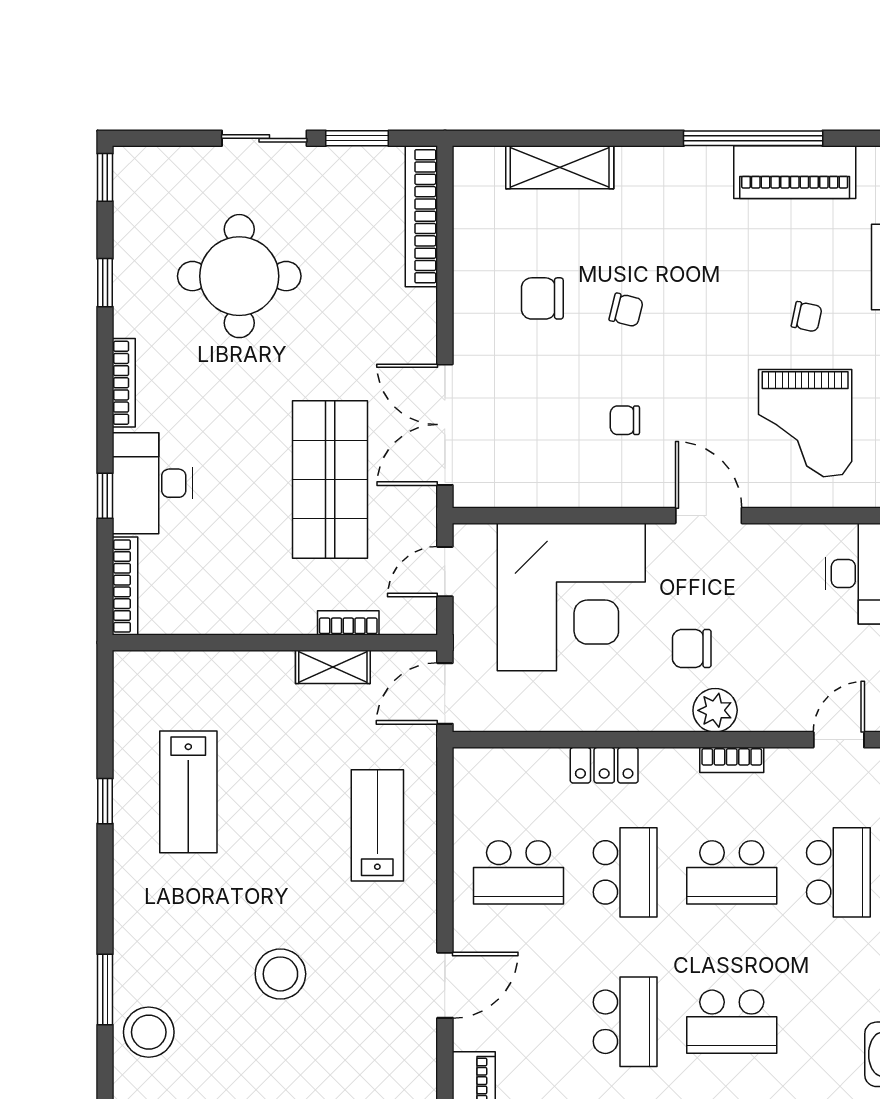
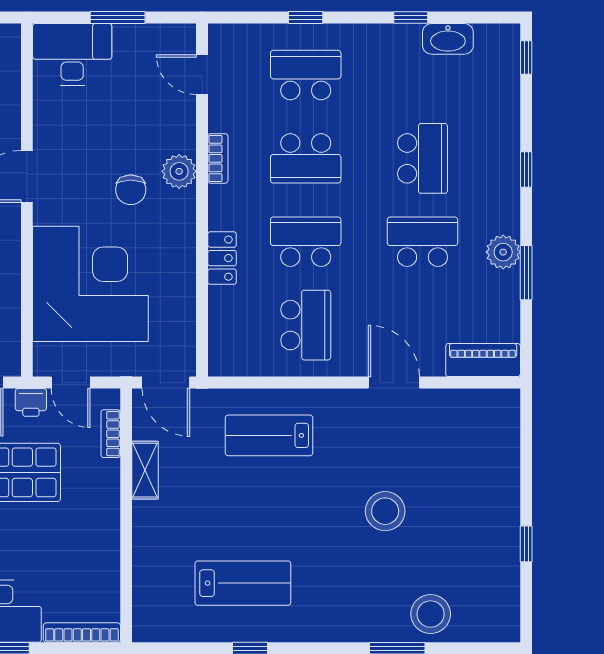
printer: (420, 521) -> (31, 402), added
bookcase: (348, 623) -> (111, 434), moved
school desk: (732, 872) -> (306, 158), turned 90

